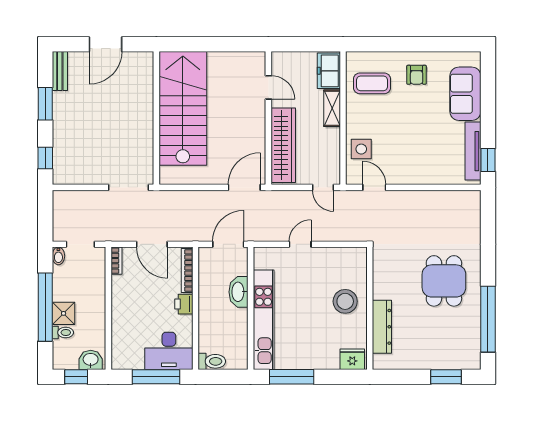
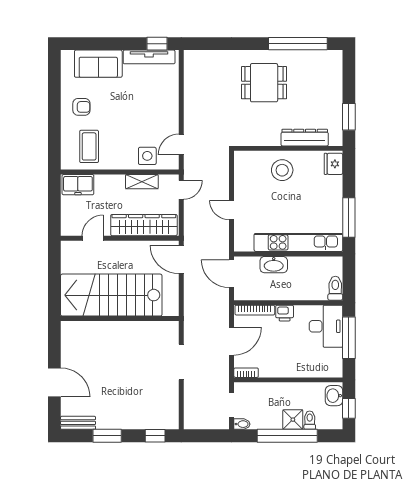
stairs: (183, 108) -> (111, 295), moved
shelving: (332, 108) -> (142, 182), moved
wall: (156, 118) -> (120, 318), moved
window: (446, 377) -> (349, 117), moved

